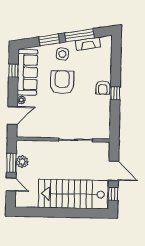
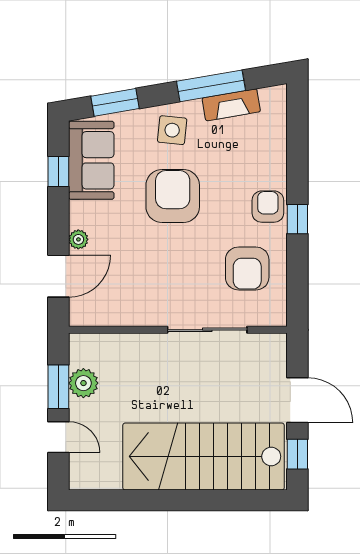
window: (49, 40) -> (115, 102), moved
sofa: (27, 72) -> (91, 160), width x0.73
armchair: (103, 88) -> (268, 207), turned 180
armchair: (93, 114) -> (247, 268), added

